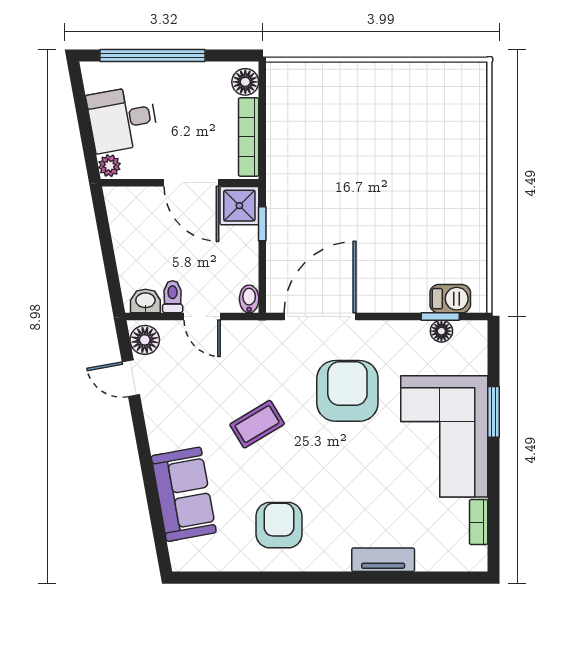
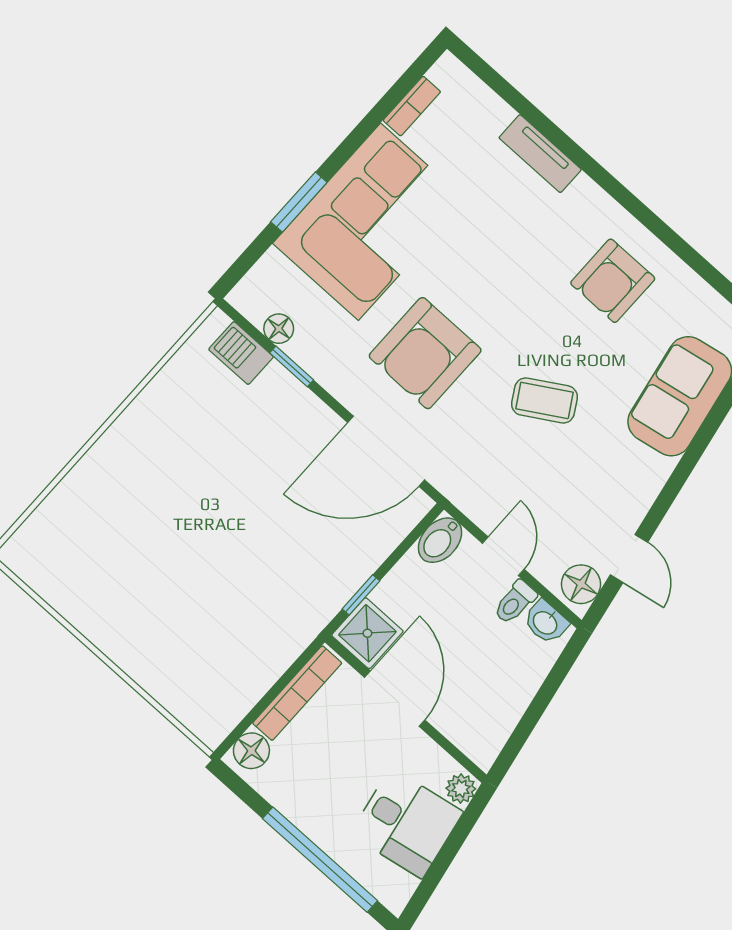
bidet: (249, 299) -> (440, 540), width x1.38, depth x1.36
window: (440, 317) -> (292, 366), moved

